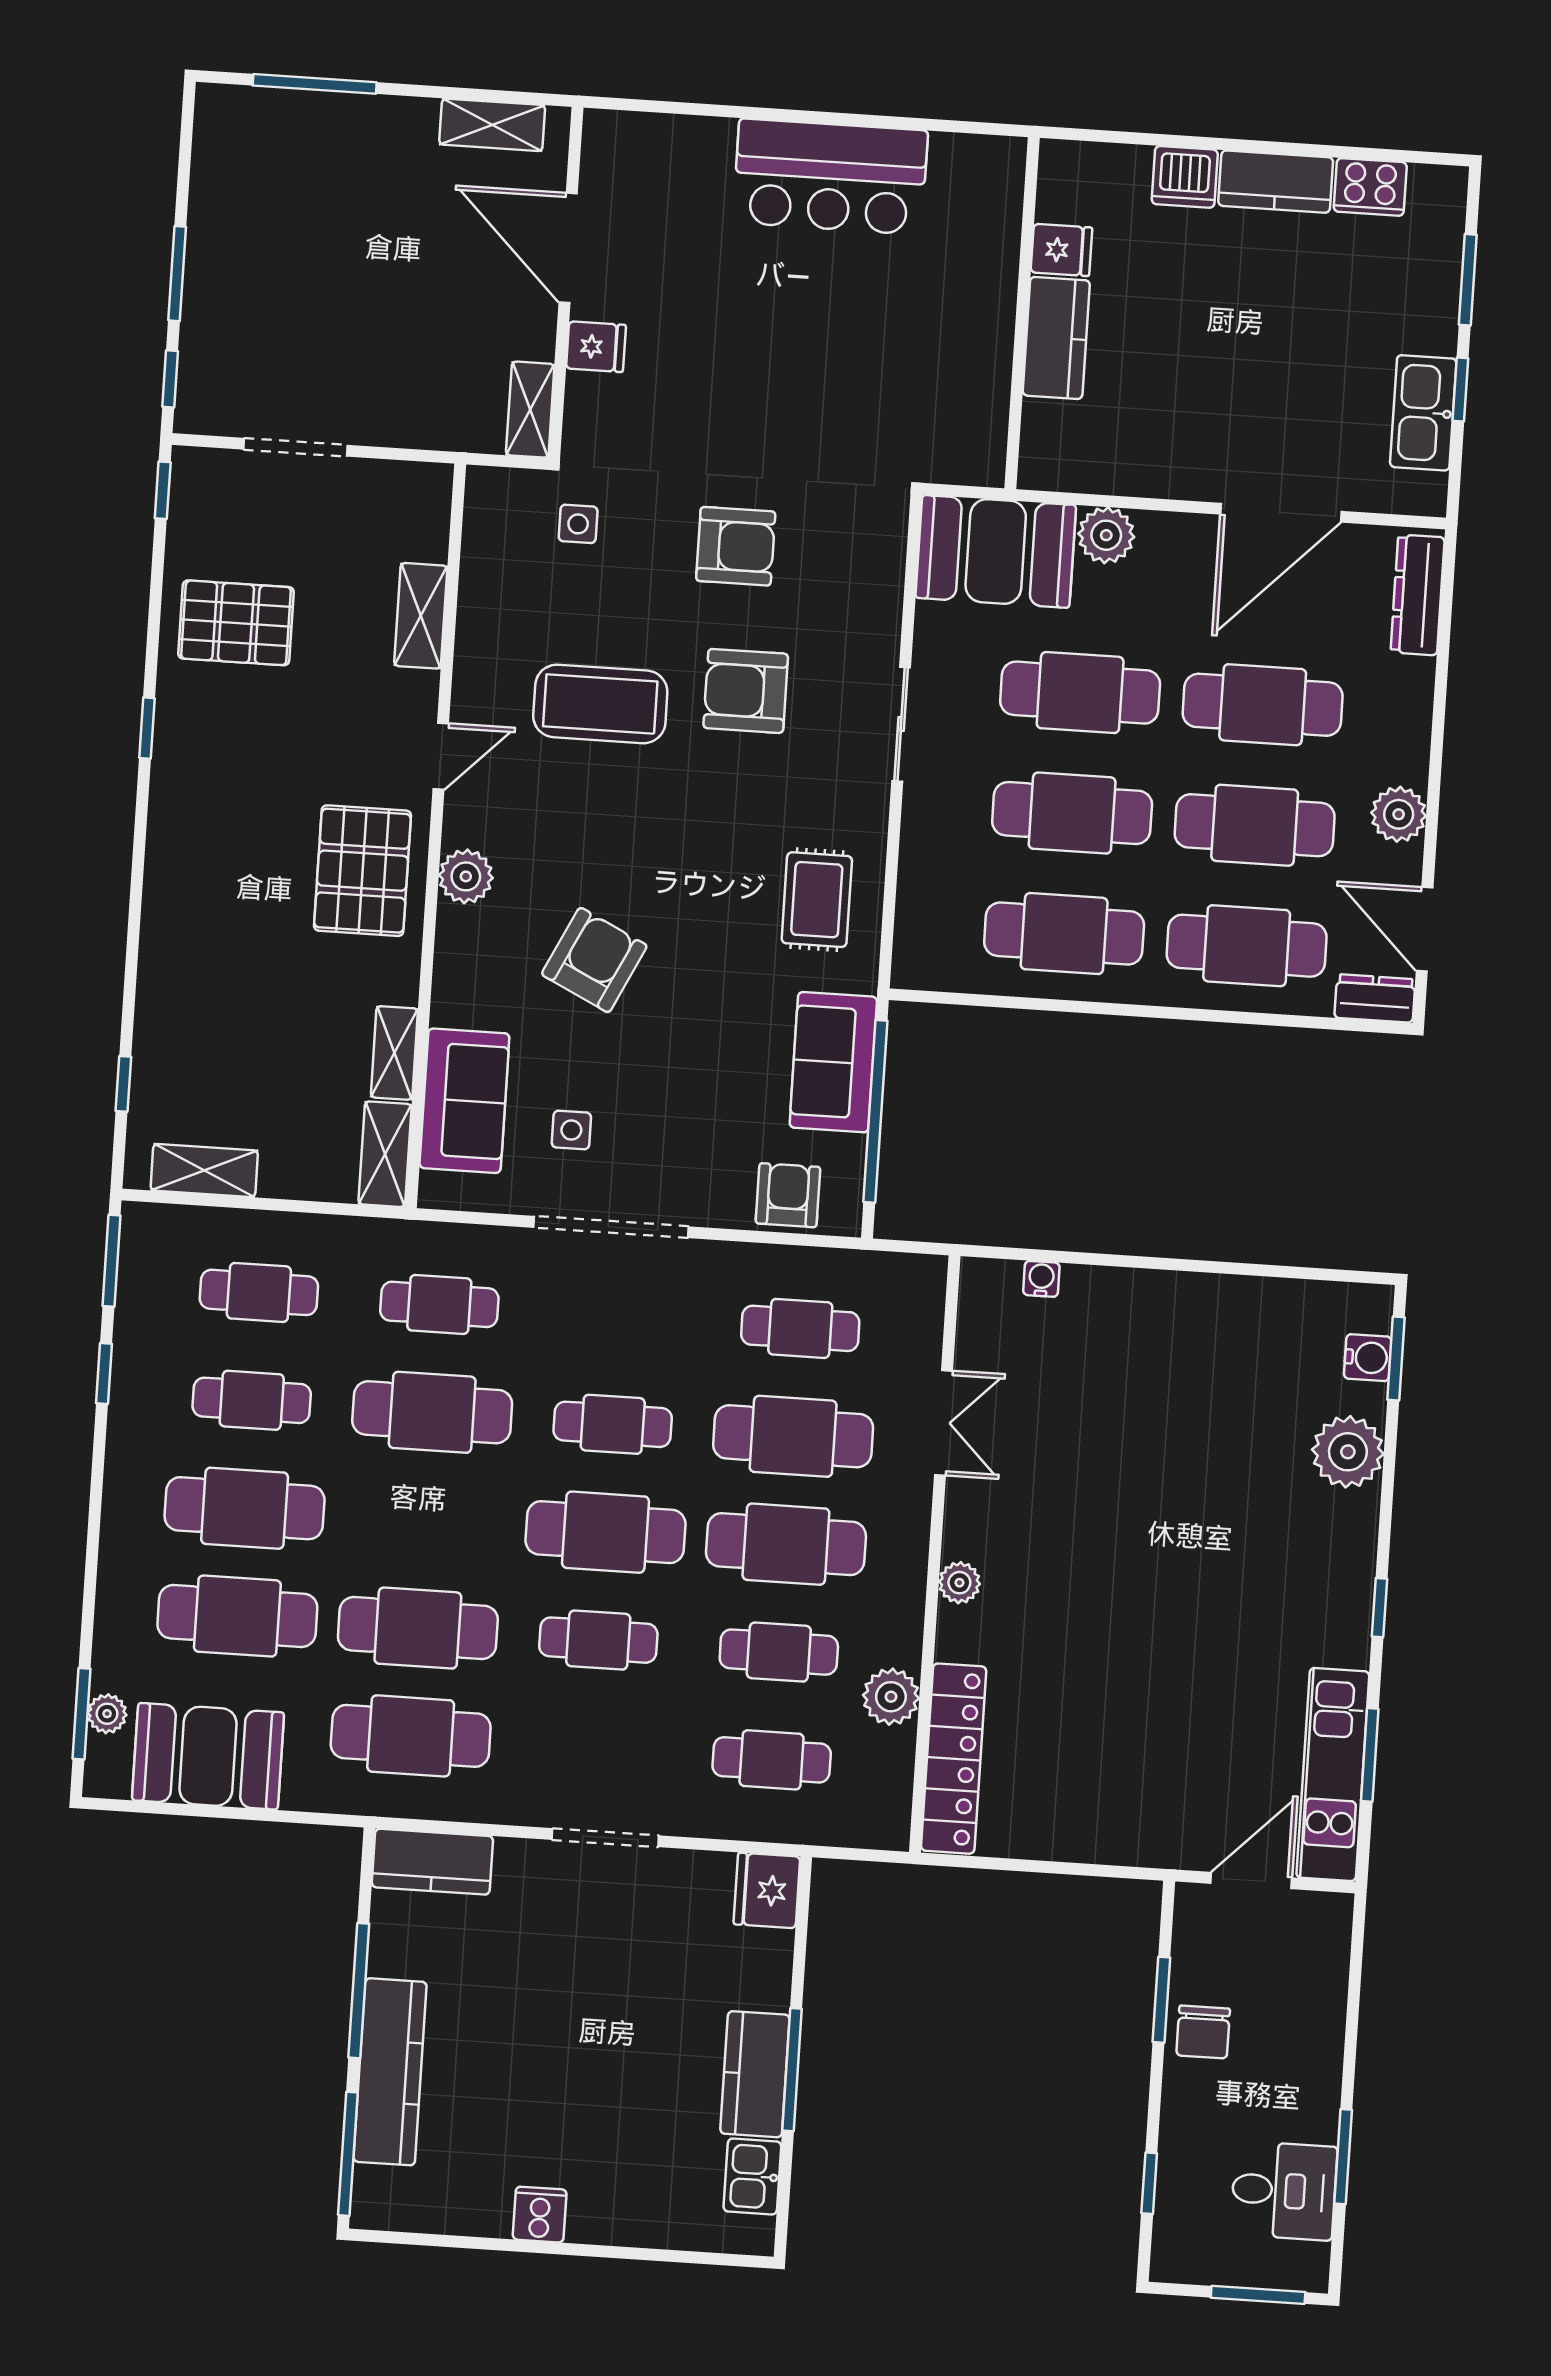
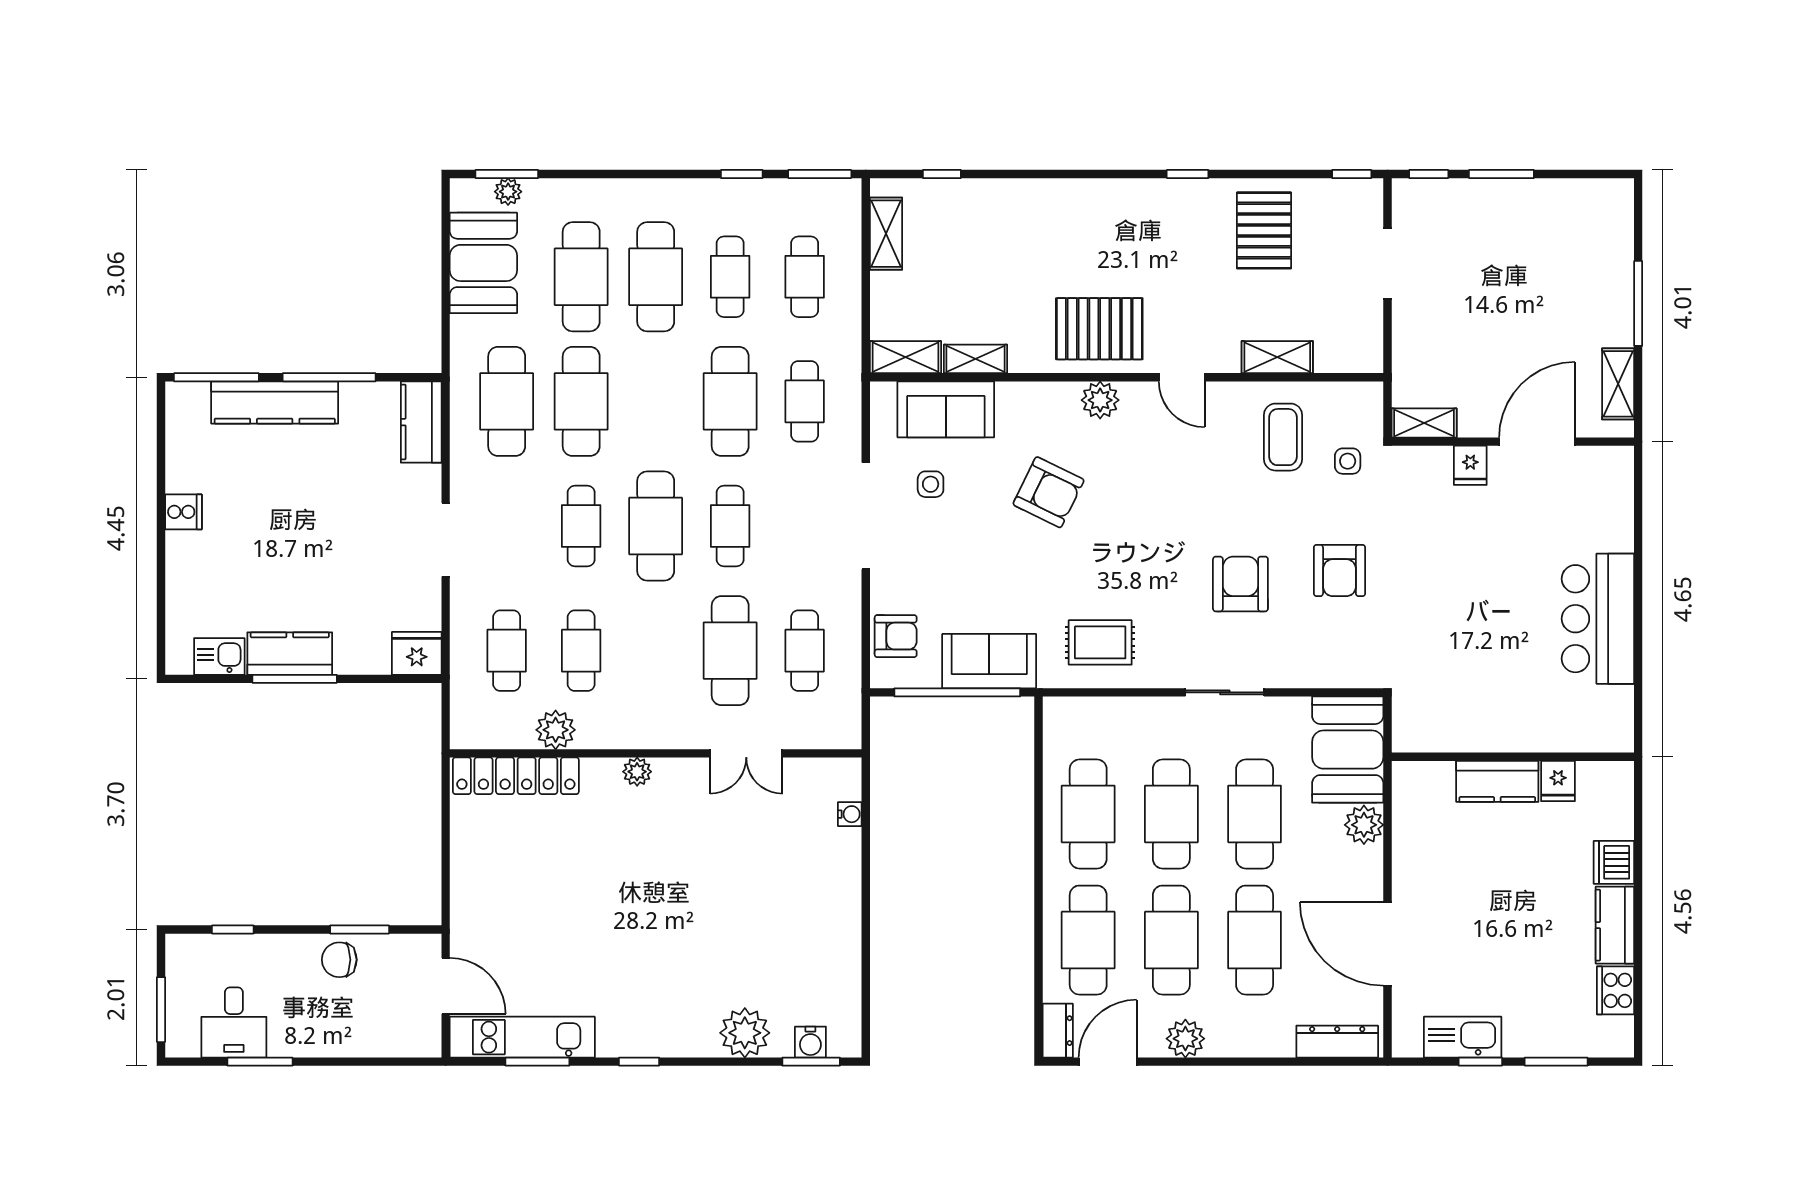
window: (315, 84) -> (1638, 303), moved
coffee table: (600, 704) -> (1283, 437), moved, width x0.73, depth x0.76
cafe table: (786, 1544) -> (656, 651), removed

